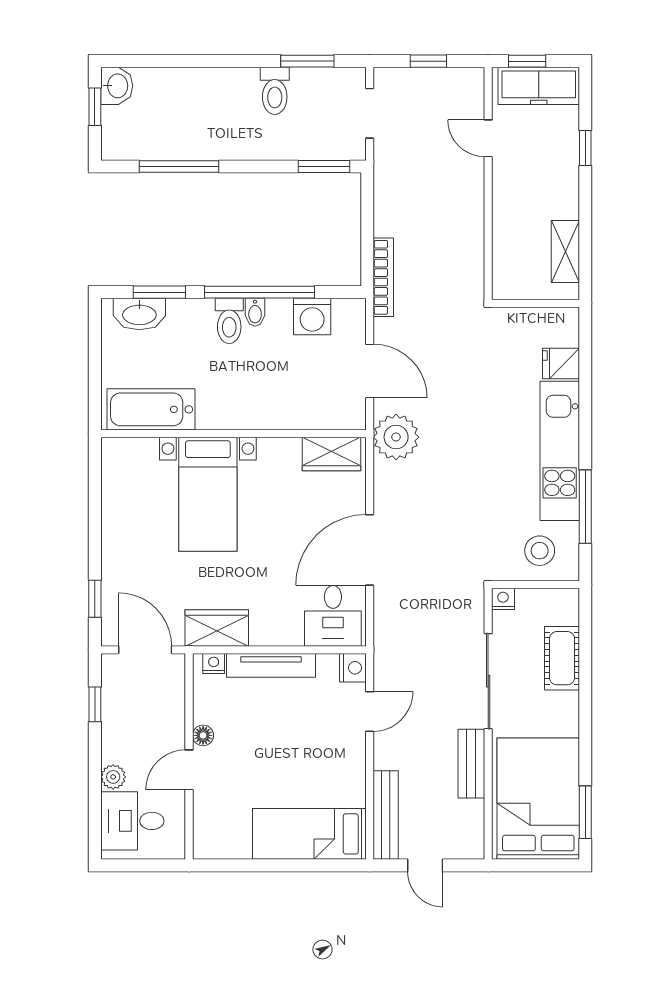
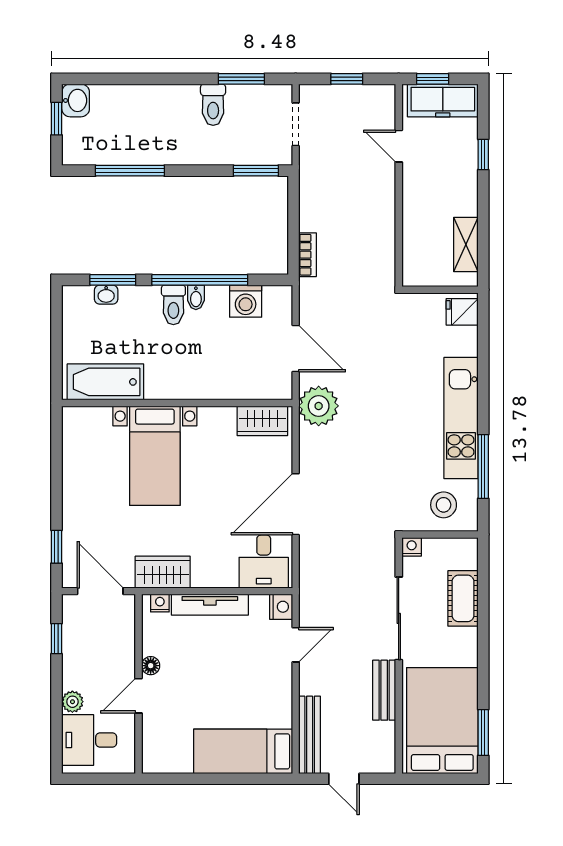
bookcase: (383, 277) -> (307, 255), width x0.64
washbasin: (139, 314) -> (106, 295), width x0.52, depth x0.69
fridge: (561, 363) -> (462, 312), moved

